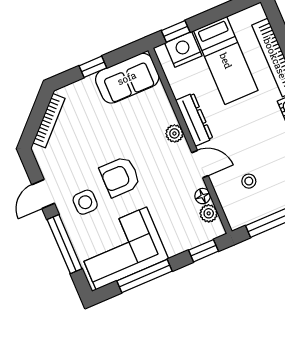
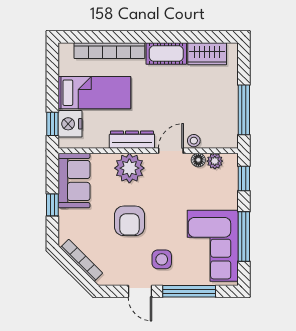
plant: (174, 133) -> (129, 168), width x1.88, depth x1.88
armchair: (120, 177) -> (129, 221), moved
stool: (249, 181) -> (194, 141), moved

